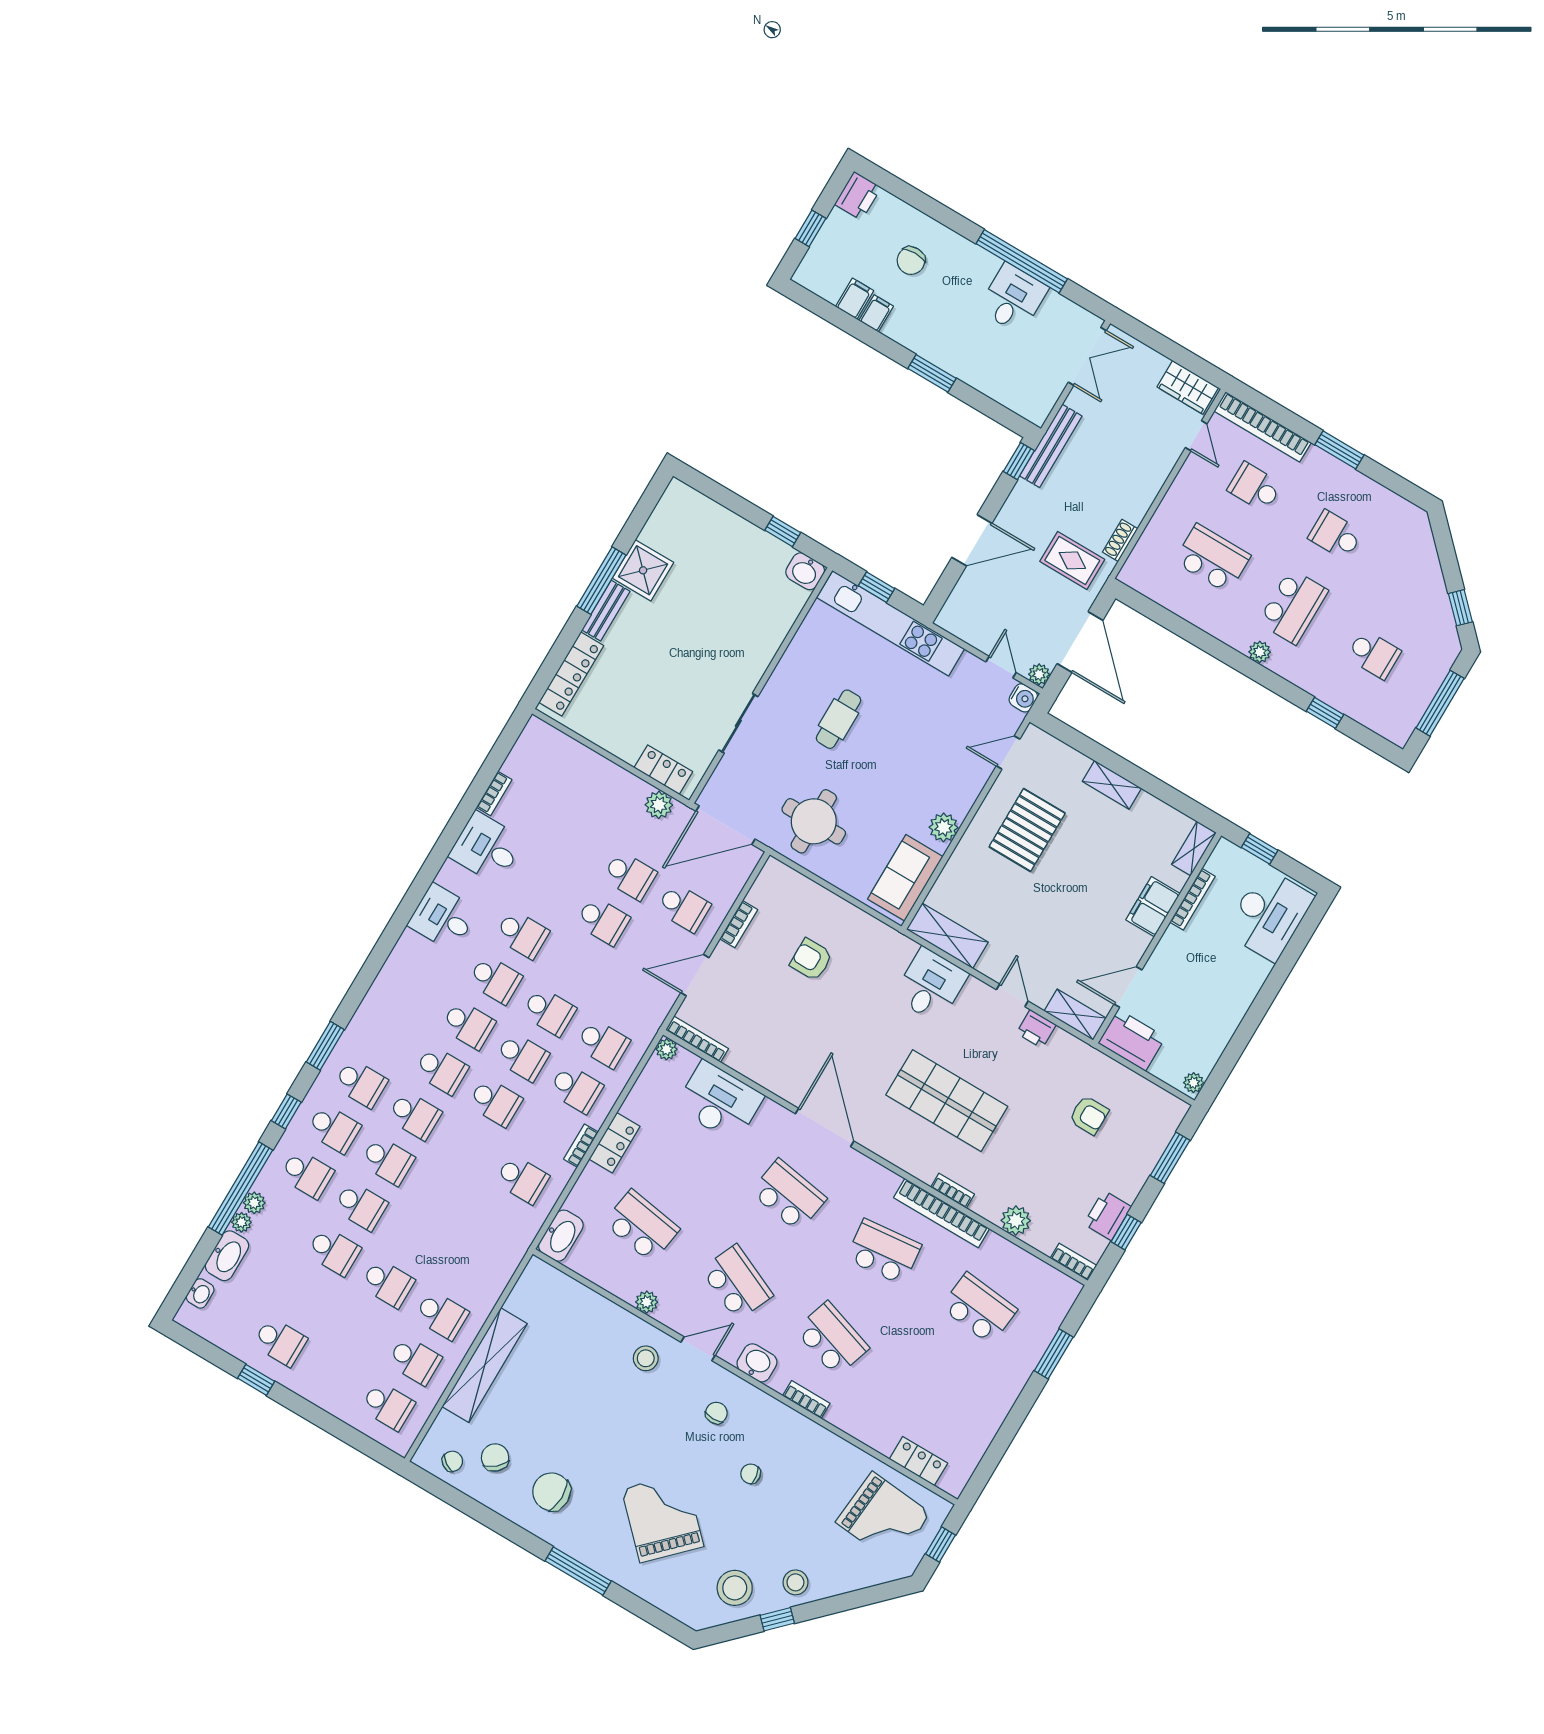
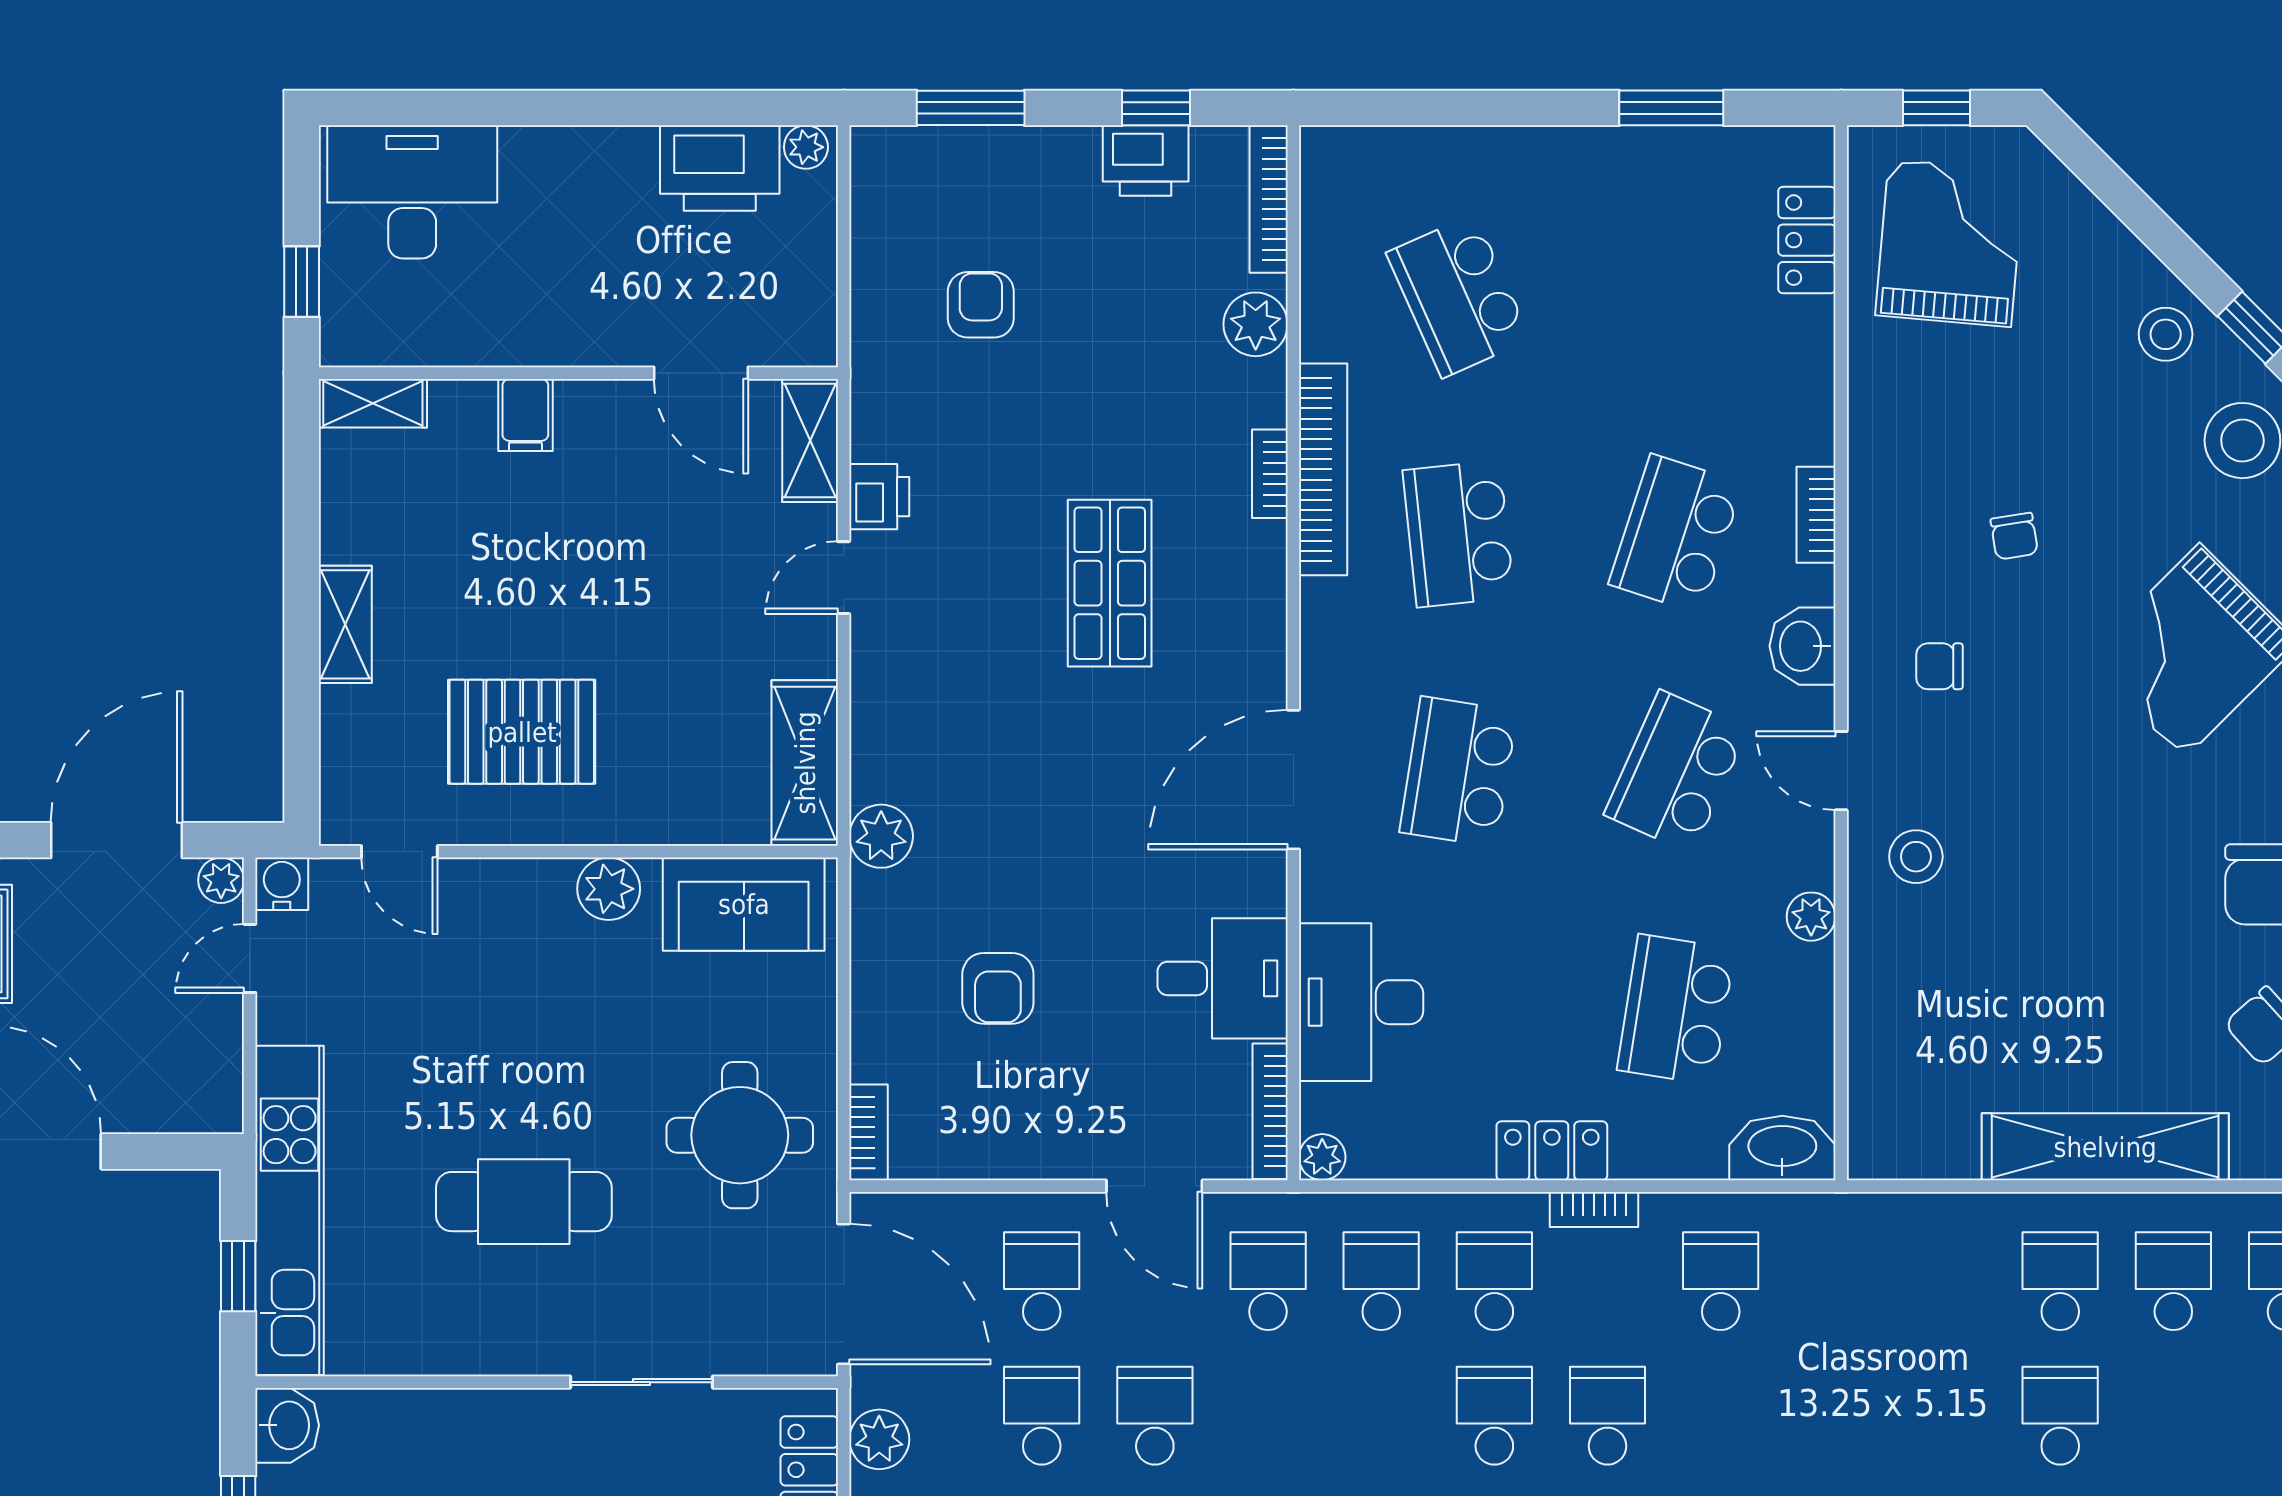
cafe table: (839, 719) -> (524, 1202), width x1.37, depth x1.35
bookcase: (1193, 899) -> (468, 350), removed
filing cabinet: (1153, 907) -> (525, 415), width x0.50
bookcase: (739, 924) -> (869, 1132), moved, turned 90
plant: (900, 949) -> (881, 836), added
desk: (931, 985) -> (1223, 978), moved, turned 180
school desk: (549, 1011) -> (1268, 1281), moved
printer: (1132, 1040) -> (720, 168), moved, turned -90
shop shelf: (947, 1101) -> (1110, 583), width x0.70, depth x0.74
bookcase: (1073, 1262) -> (1269, 199), width x1.56
school desk: (979, 1308) -> (1458, 296), turned -30
window: (1054, 1354) -> (1671, 108), moved

